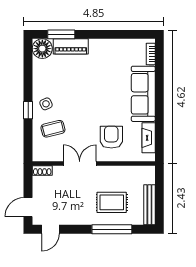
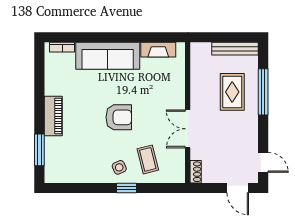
piano: (71, 46) -> (53, 116), moved
floor lamp: (42, 49) -> (56, 172), removed
armchair: (111, 137) -> (119, 117), moved, turned 180

